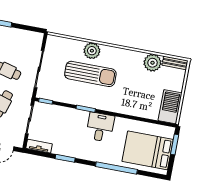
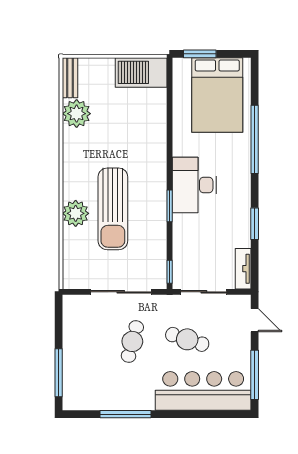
sun lounger: (90, 74) -> (113, 209), turned 180
desk: (100, 127) -> (194, 185), width x1.37

